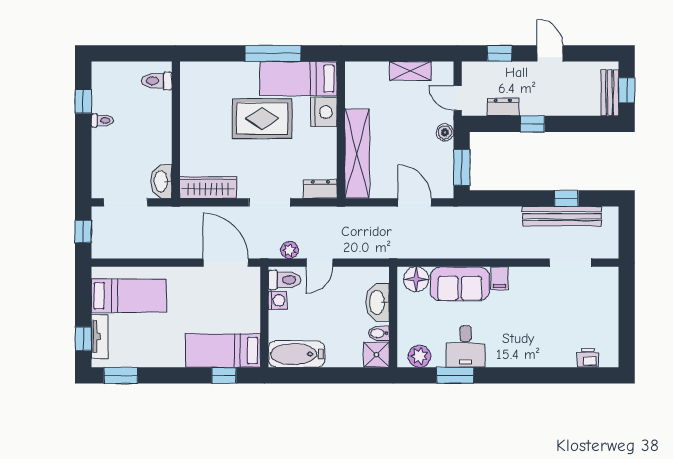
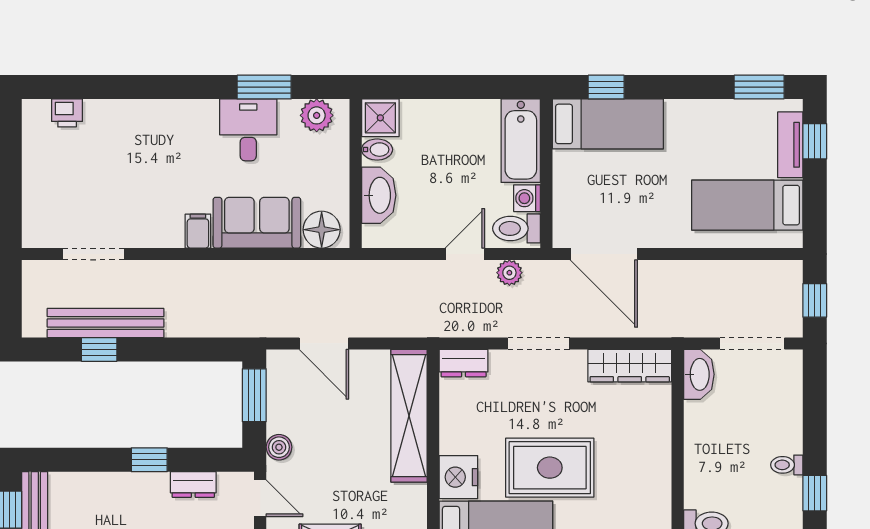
bathtub: (297, 354) -> (521, 141), moved, turned 90

